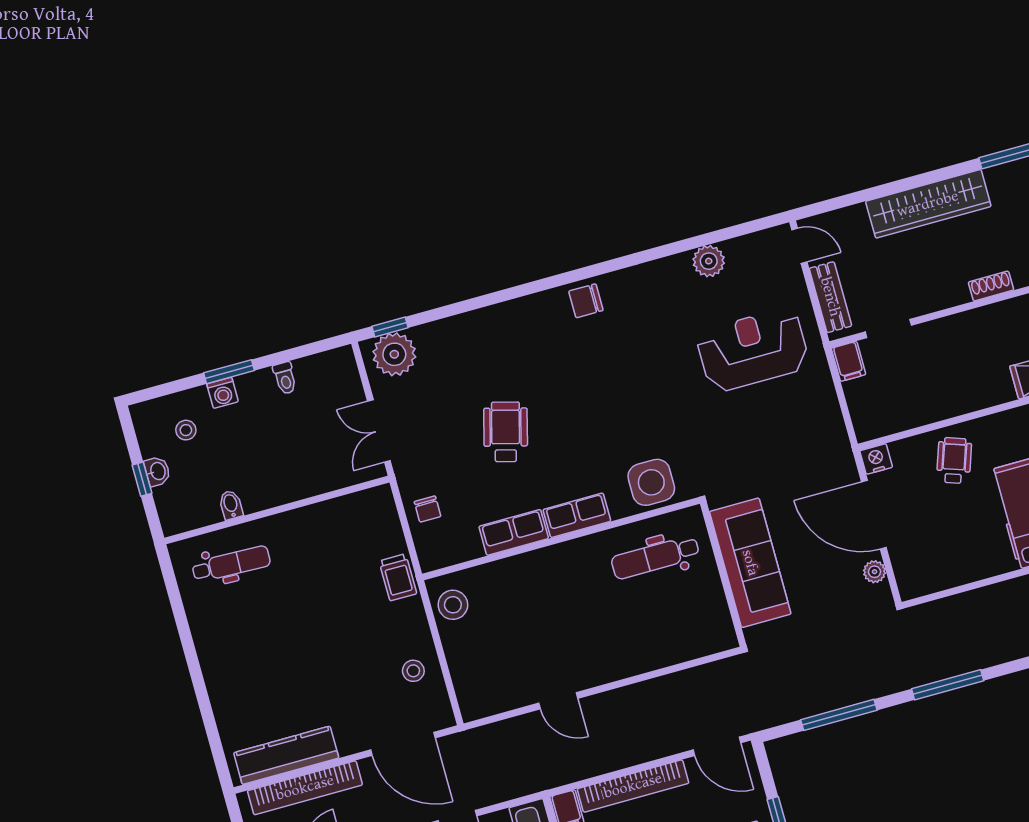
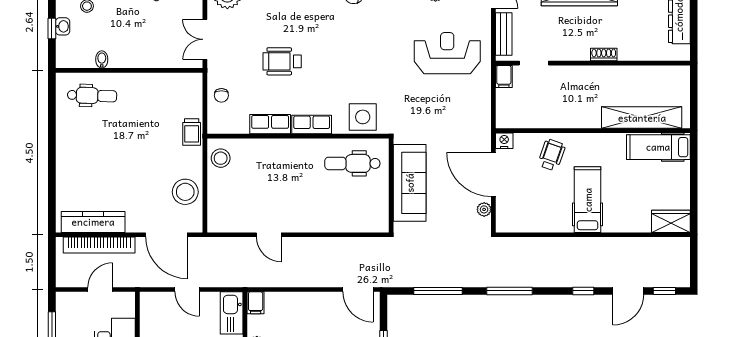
wheelchair: (506, 432) -> (282, 61), turned -105
stool: (413, 671) -> (185, 192), width x1.89, depth x1.89
bookcase: (633, 786) -> (300, 300), removed

